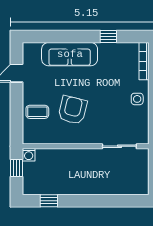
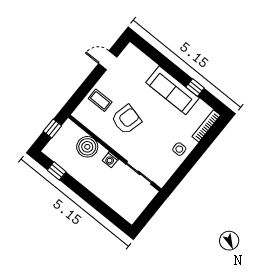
sofa: (70, 54) -> (172, 90), moved
washing machine: (29, 155) -> (110, 160), moved
boiler: (58, 160) -> (87, 147), added

